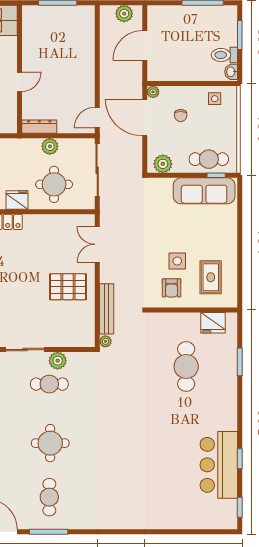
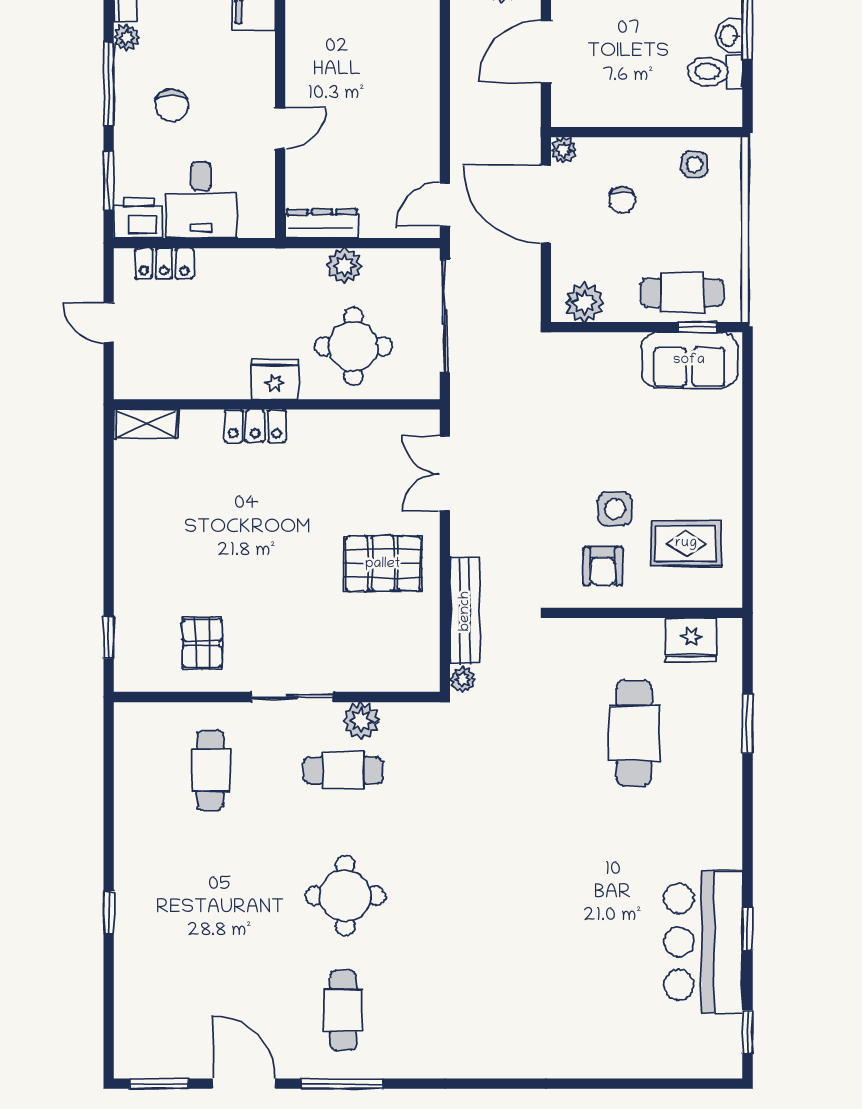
washbasin: (231, 72) -> (729, 36), moved
sofa: (204, 191) -> (689, 360), width x0.73
rug: (211, 277) -> (686, 543), turned 90

